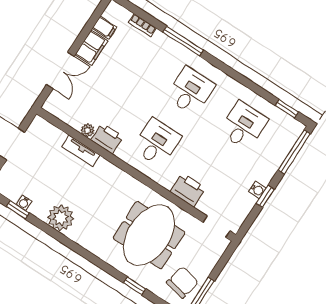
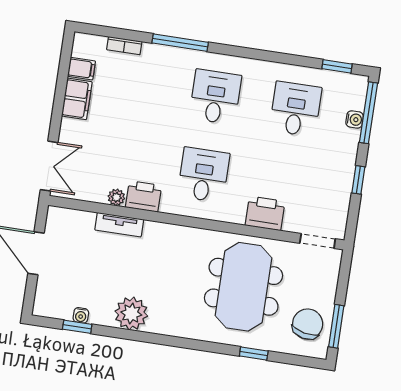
double door: (60, 70) -> (49, 166), moved
water cooler: (257, 190) -> (355, 119), moved

